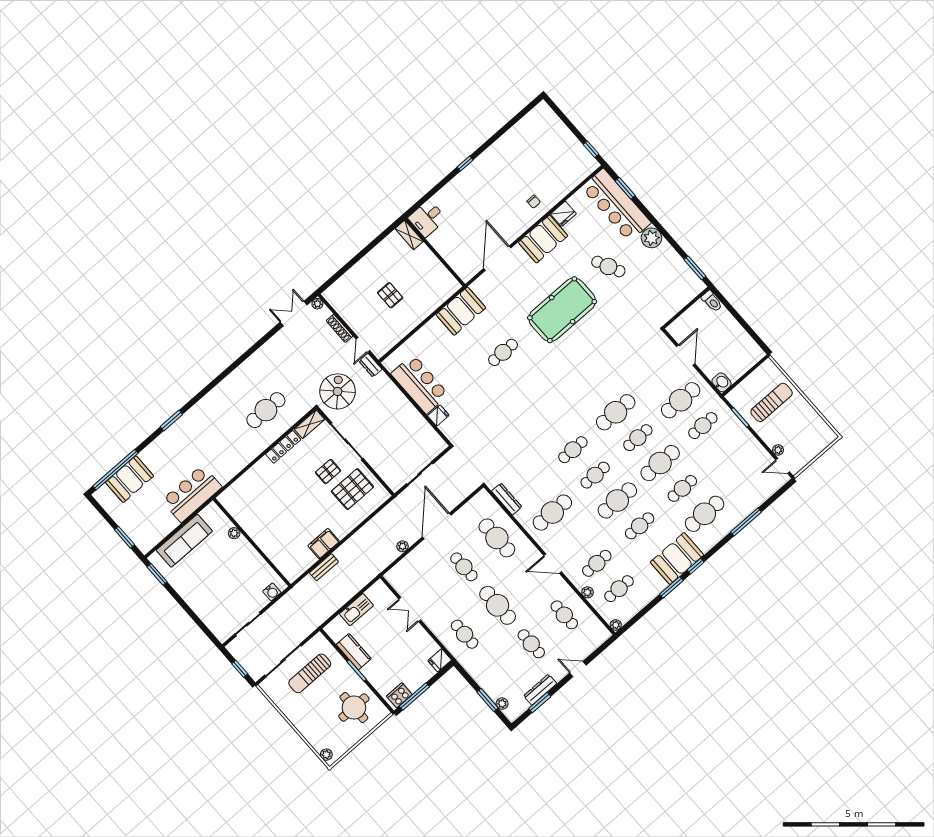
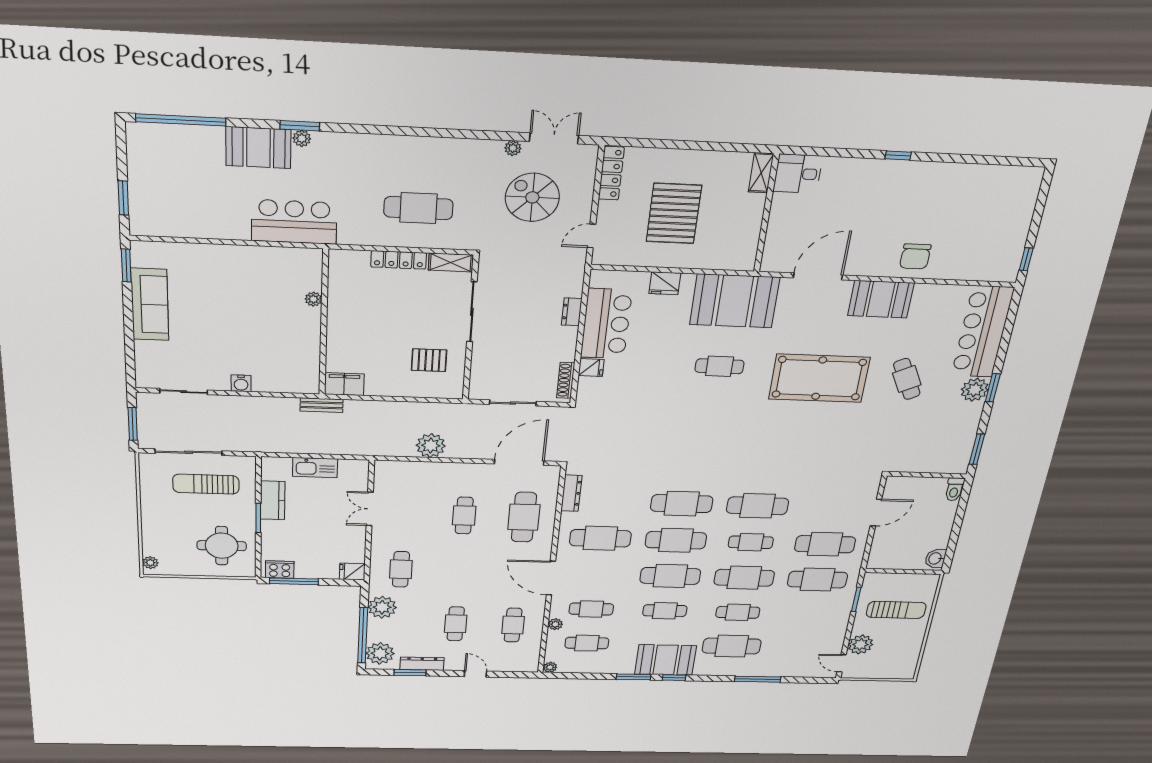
window: (625, 188) -> (993, 388), moved
chair: (534, 202) -> (915, 256), width x1.87, depth x1.87
fridge: (564, 214) -> (665, 283), moved
pallet: (390, 295) -> (674, 213), width x2.05, depth x2.00
plant: (317, 304) -> (513, 148), moved
locker: (339, 304) -> (611, 173), added
booth: (461, 311) -> (735, 301), width x1.36, depth x1.42
shoe rack: (340, 328) -> (566, 380), moved
dresser: (370, 365) -> (572, 312), moved
washbasin: (722, 382) -> (935, 558), moved, turned 180
spiral stairs: (338, 391) -> (532, 197), moved, turned -90
plant: (178, 426) -> (302, 138), added
cafe table: (703, 426) -> (818, 580), width x1.37, depth x1.35
cafe table: (573, 450) -> (682, 504), width x1.37, depth x1.35
plant: (778, 450) -> (860, 644), width x1.87, depth x1.87
pallet: (328, 472) -> (421, 323), removed
cafe table: (595, 475) -> (676, 540), width x1.37, depth x1.35
booth: (130, 479) -> (258, 148), moved
pallet: (352, 489) -> (429, 360), width x0.67, depth x0.71
bar counter: (192, 494) -> (294, 222), moved
door: (437, 526) -> (519, 462), moved
plant: (234, 533) -> (313, 299), moved
sofa: (184, 541) -> (150, 304), moved, turned -90
wall: (252, 542) -> (324, 323), moved
plant: (403, 546) -> (431, 446), width x1.88, depth x1.88
door: (553, 564) -> (551, 578), width x1.36
cafe table: (498, 605) -> (460, 571), removed
window: (240, 669) -> (133, 424), width x1.50
plant: (479, 670) -> (382, 607), added
window: (487, 700) -> (363, 635), width x2.11
plant: (502, 704) -> (380, 653), width x1.87, depth x1.87

